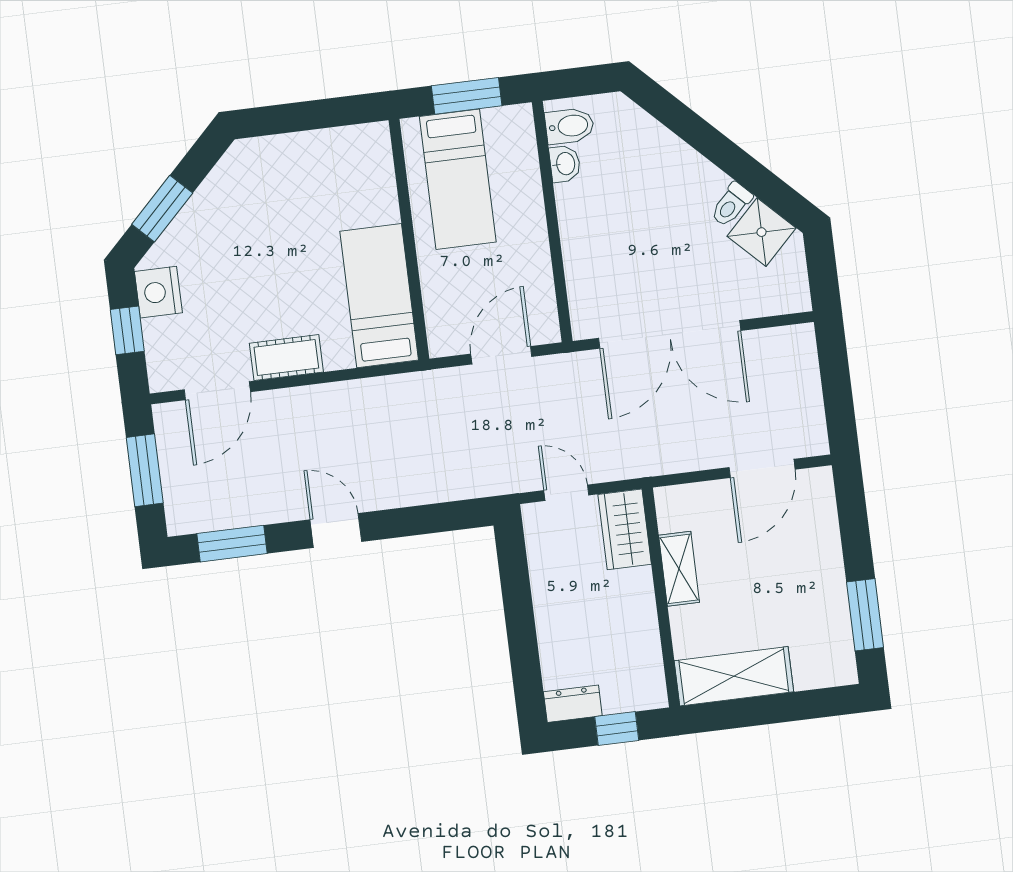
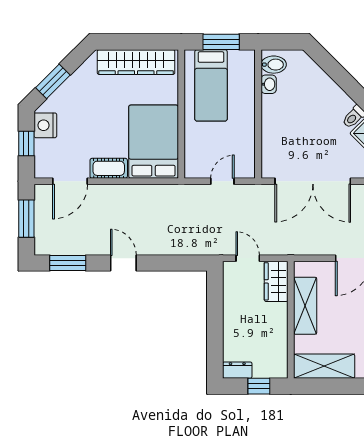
wardrobe: (313, 153) -> (136, 62), added
bed: (379, 296) -> (154, 142), width x1.50
door: (501, 355) -> (222, 181), width x0.73
shelving: (679, 569) -> (305, 306), width x1.50, depth x1.33

